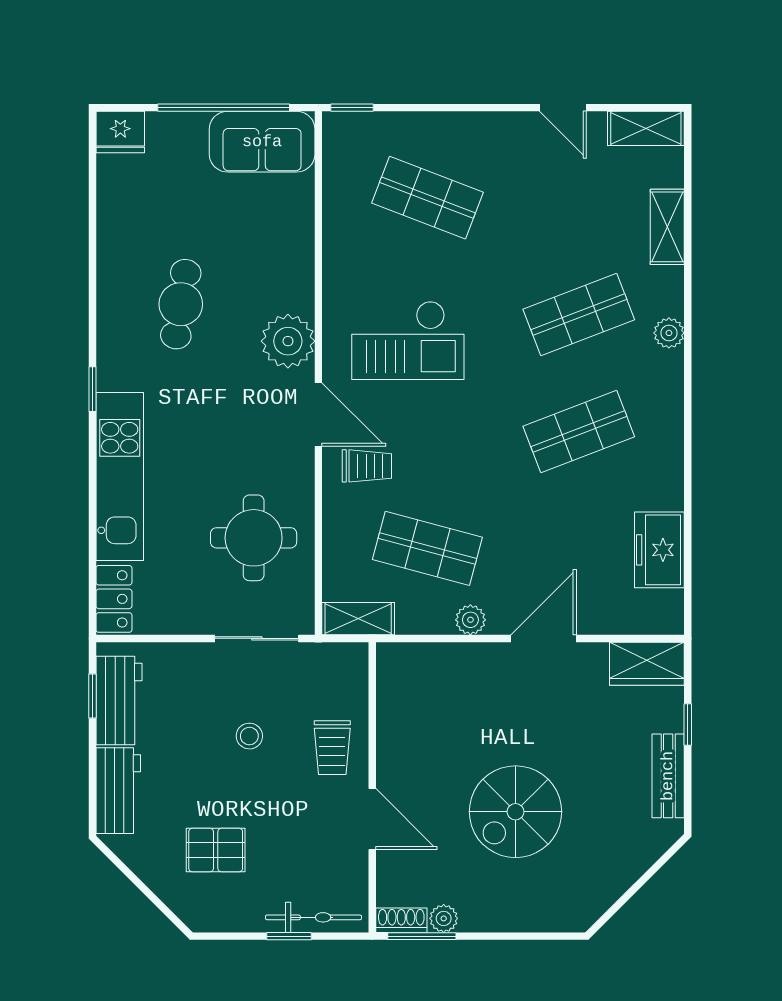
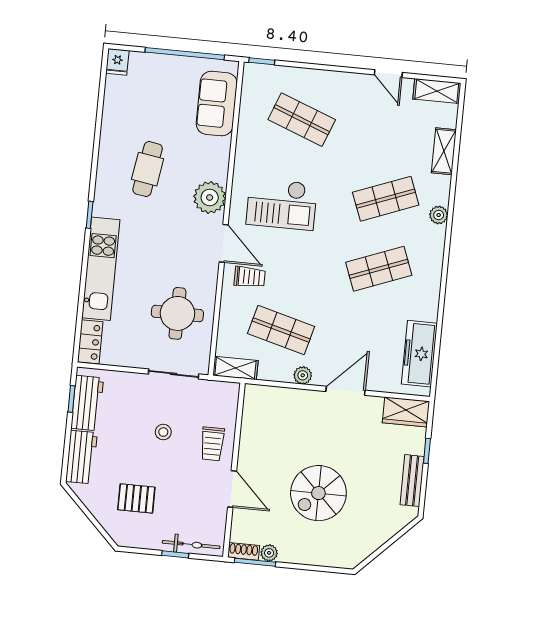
fridge: (120, 132) -> (117, 62), width x0.72
sofa: (262, 142) -> (217, 104), moved, turned 90
freezer: (659, 550) -> (419, 354), width x1.40

